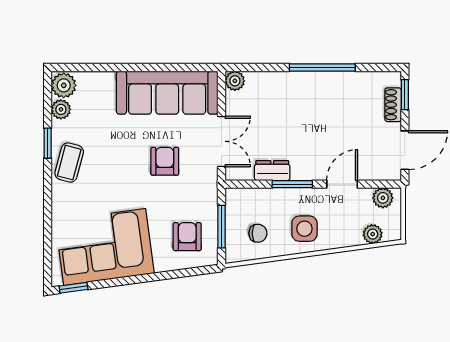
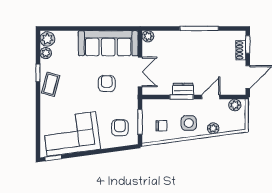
dresser: (272, 171) -> (183, 89), moved
plant: (373, 234) -> (213, 128), moved

